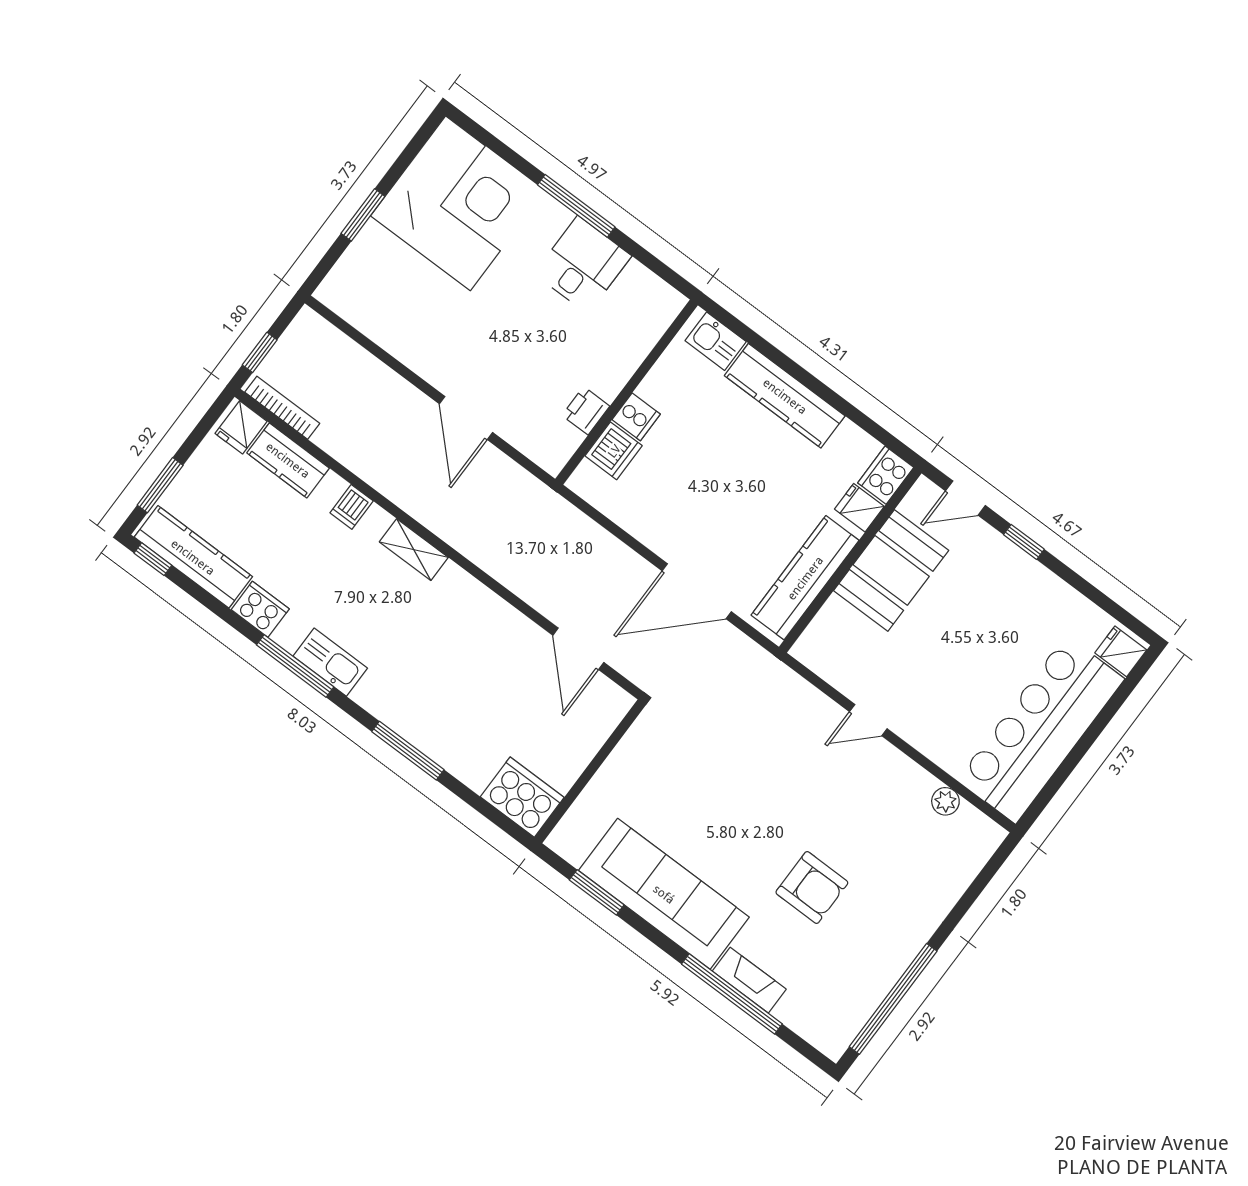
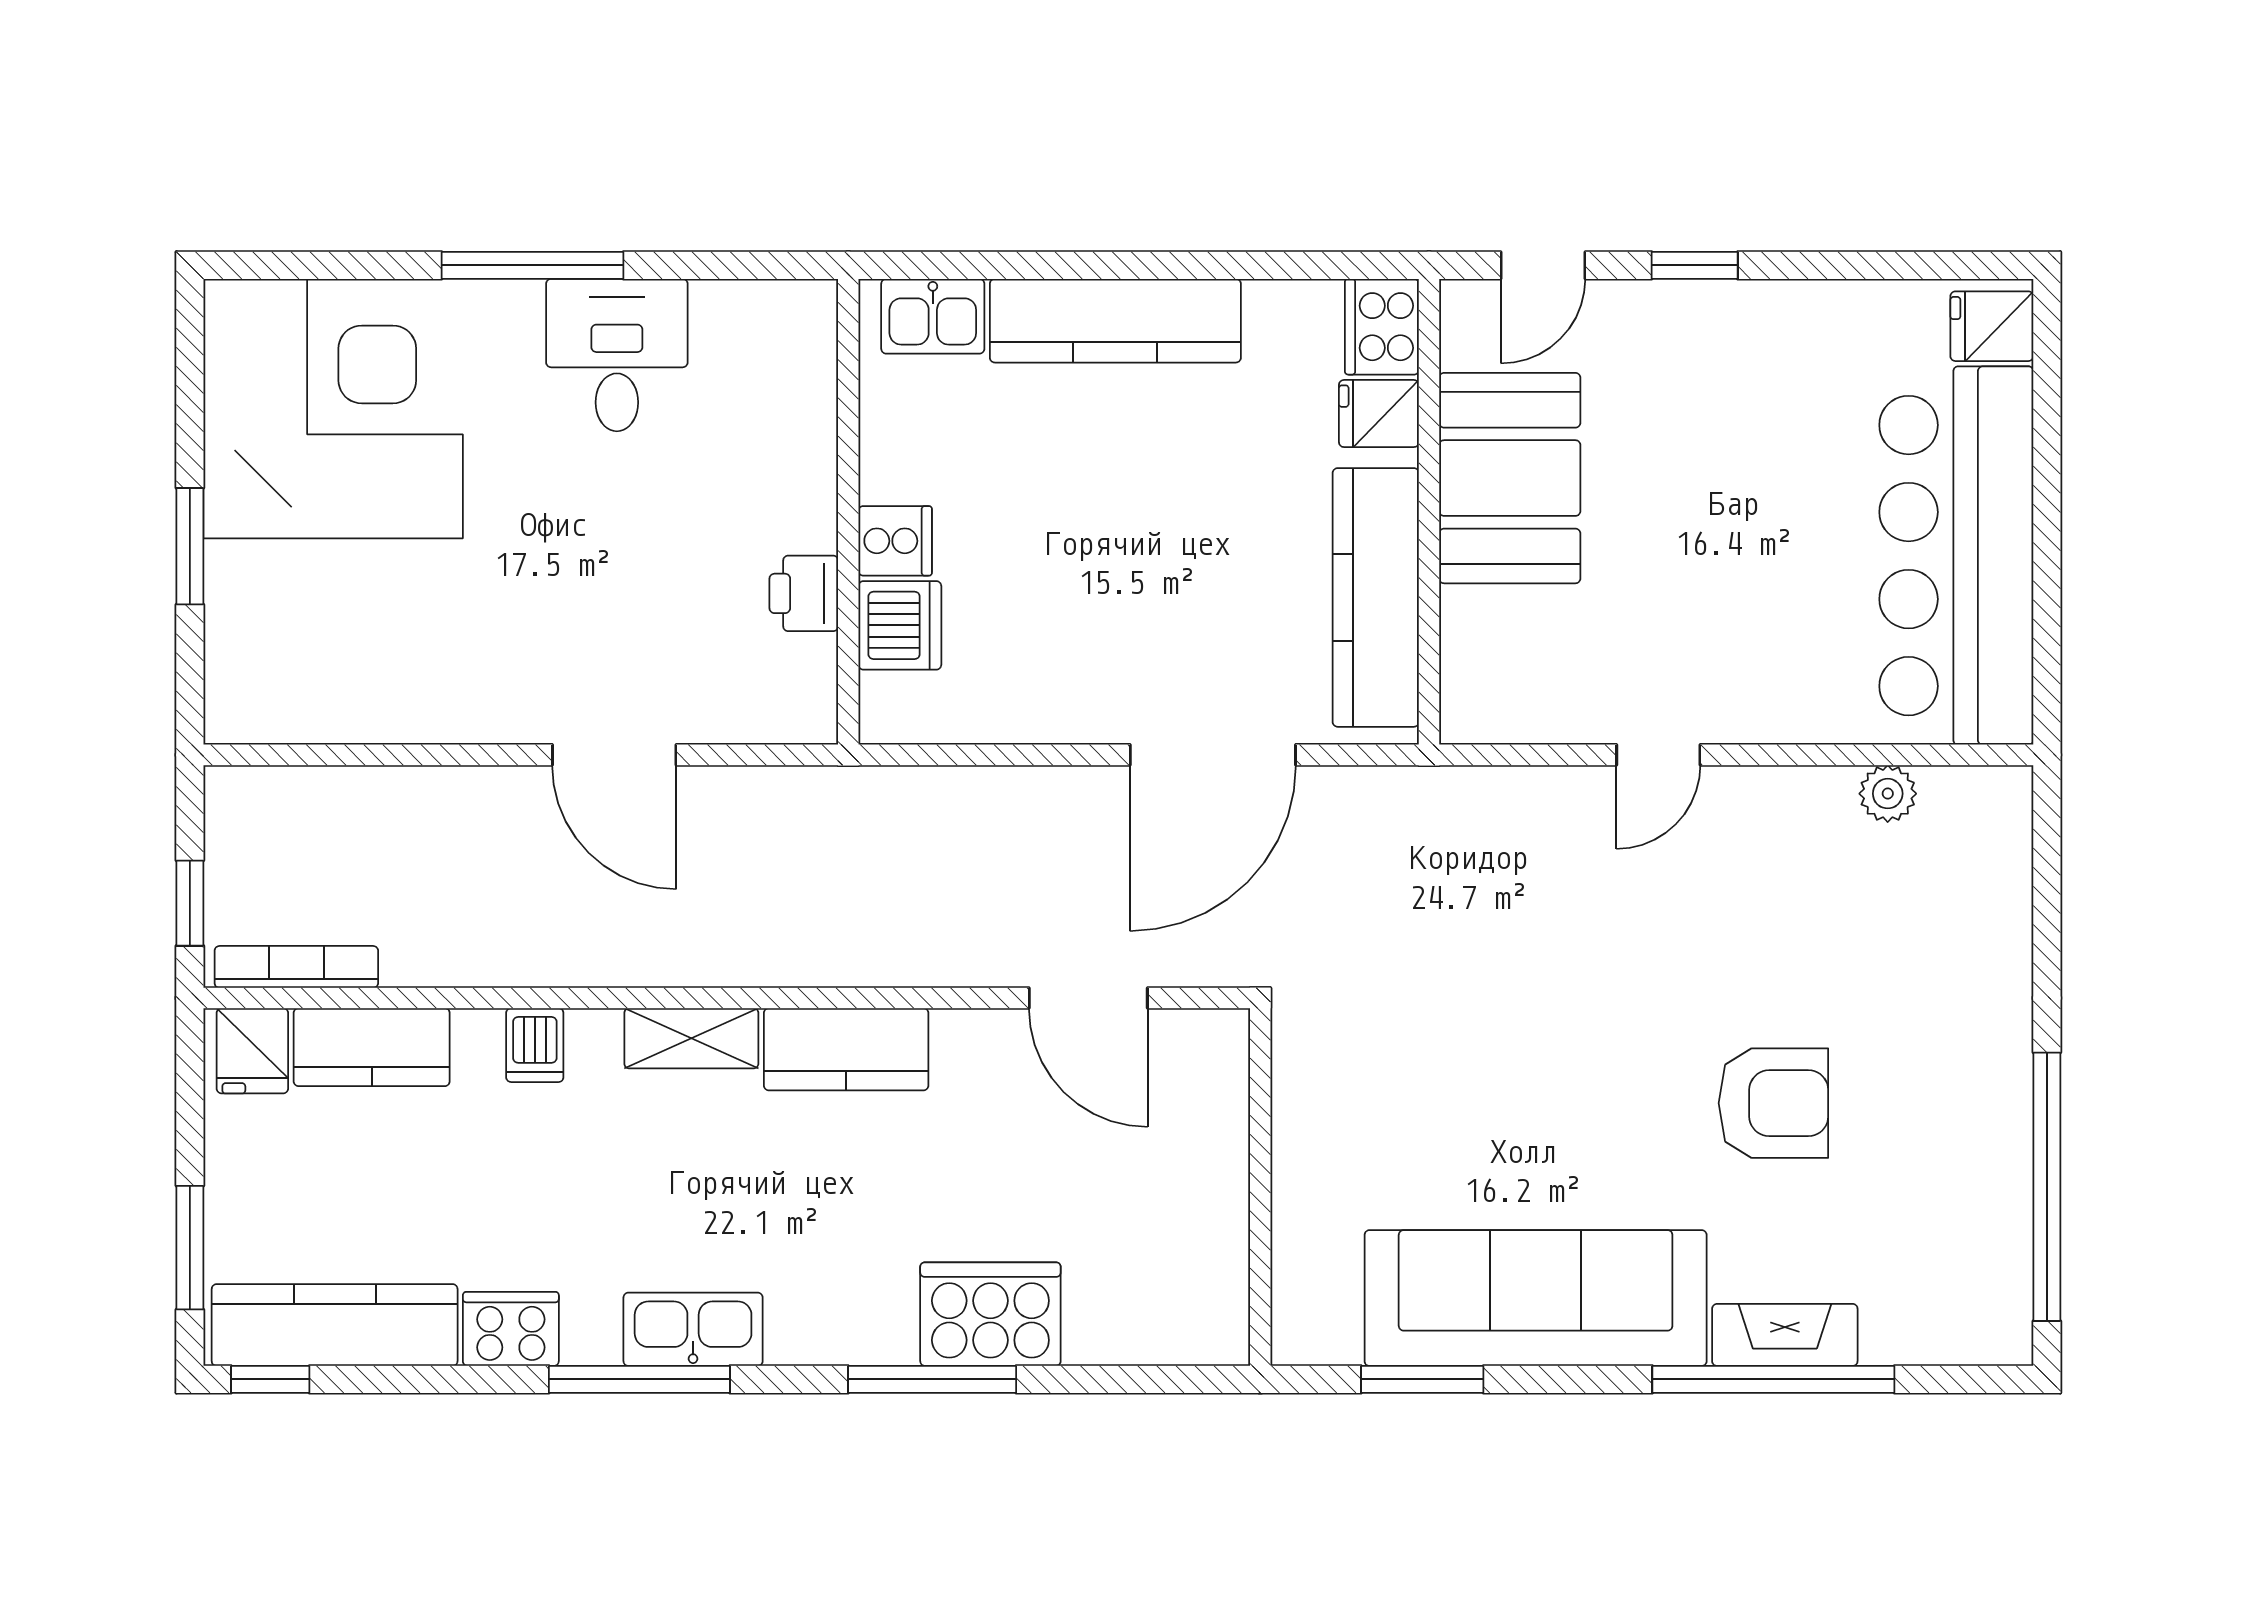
kitchen counter: (470, 599) -> (846, 1049), added
cooker: (522, 797) -> (990, 1314), moved

